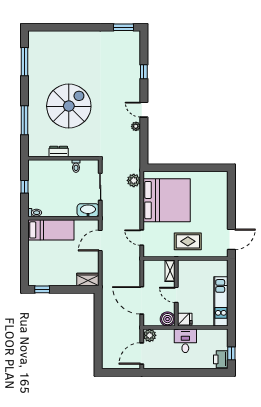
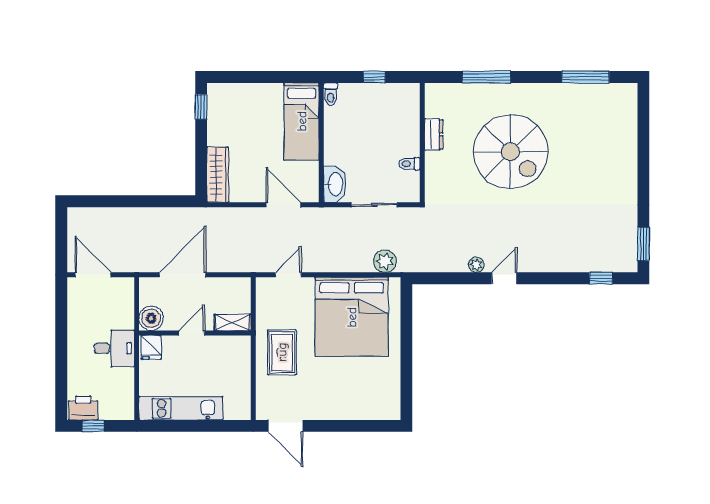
window: (144, 72) -> (601, 278), moved
wardrobe: (88, 280) -> (218, 175), width x1.50
plant: (150, 335) -> (123, 288), removed

